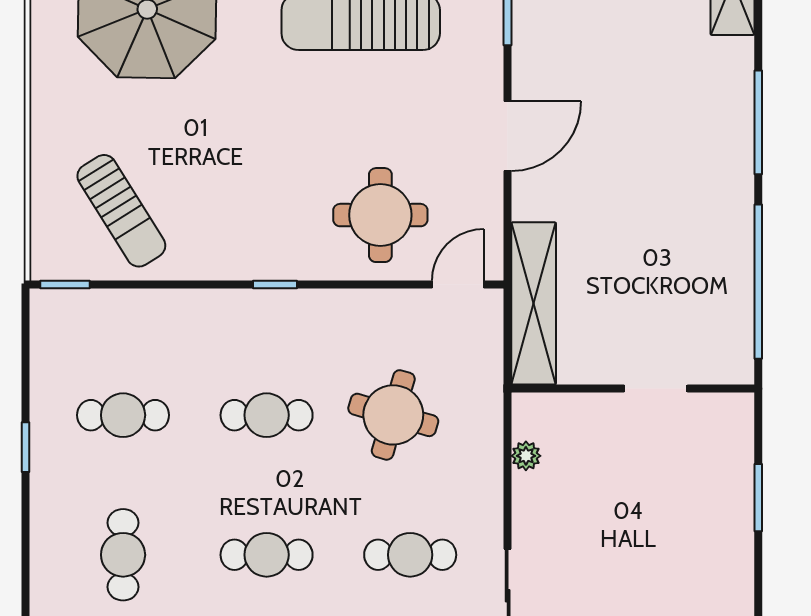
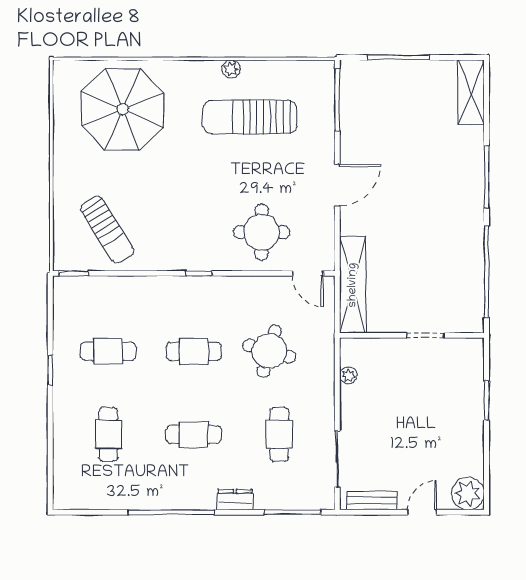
door: (458, 284) -> (308, 273), swing flipped
cafe table: (410, 555) -> (279, 434), turned 90

